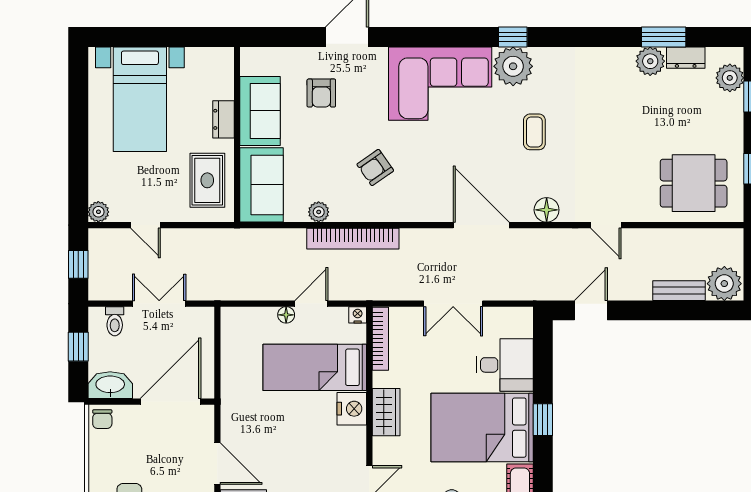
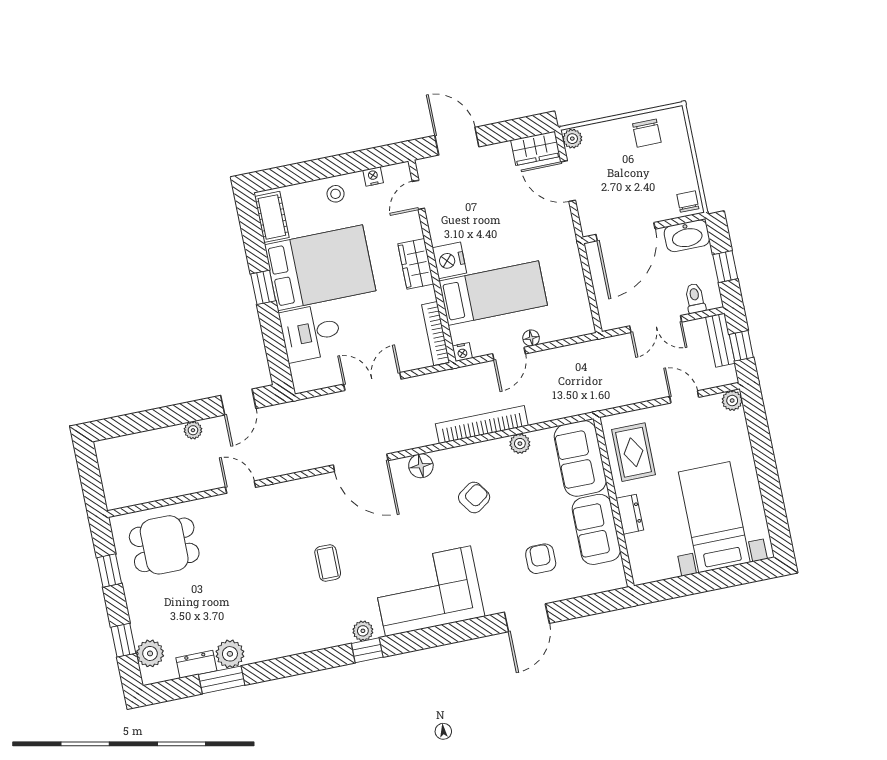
plant: (513, 66) -> (363, 631), width x0.53, depth x0.53
floor lamp: (547, 210) -> (421, 466), moved
plant: (724, 284) -> (193, 430), moved, width x0.53, depth x0.53
bench: (679, 291) -> (720, 340), moved, turned 90

